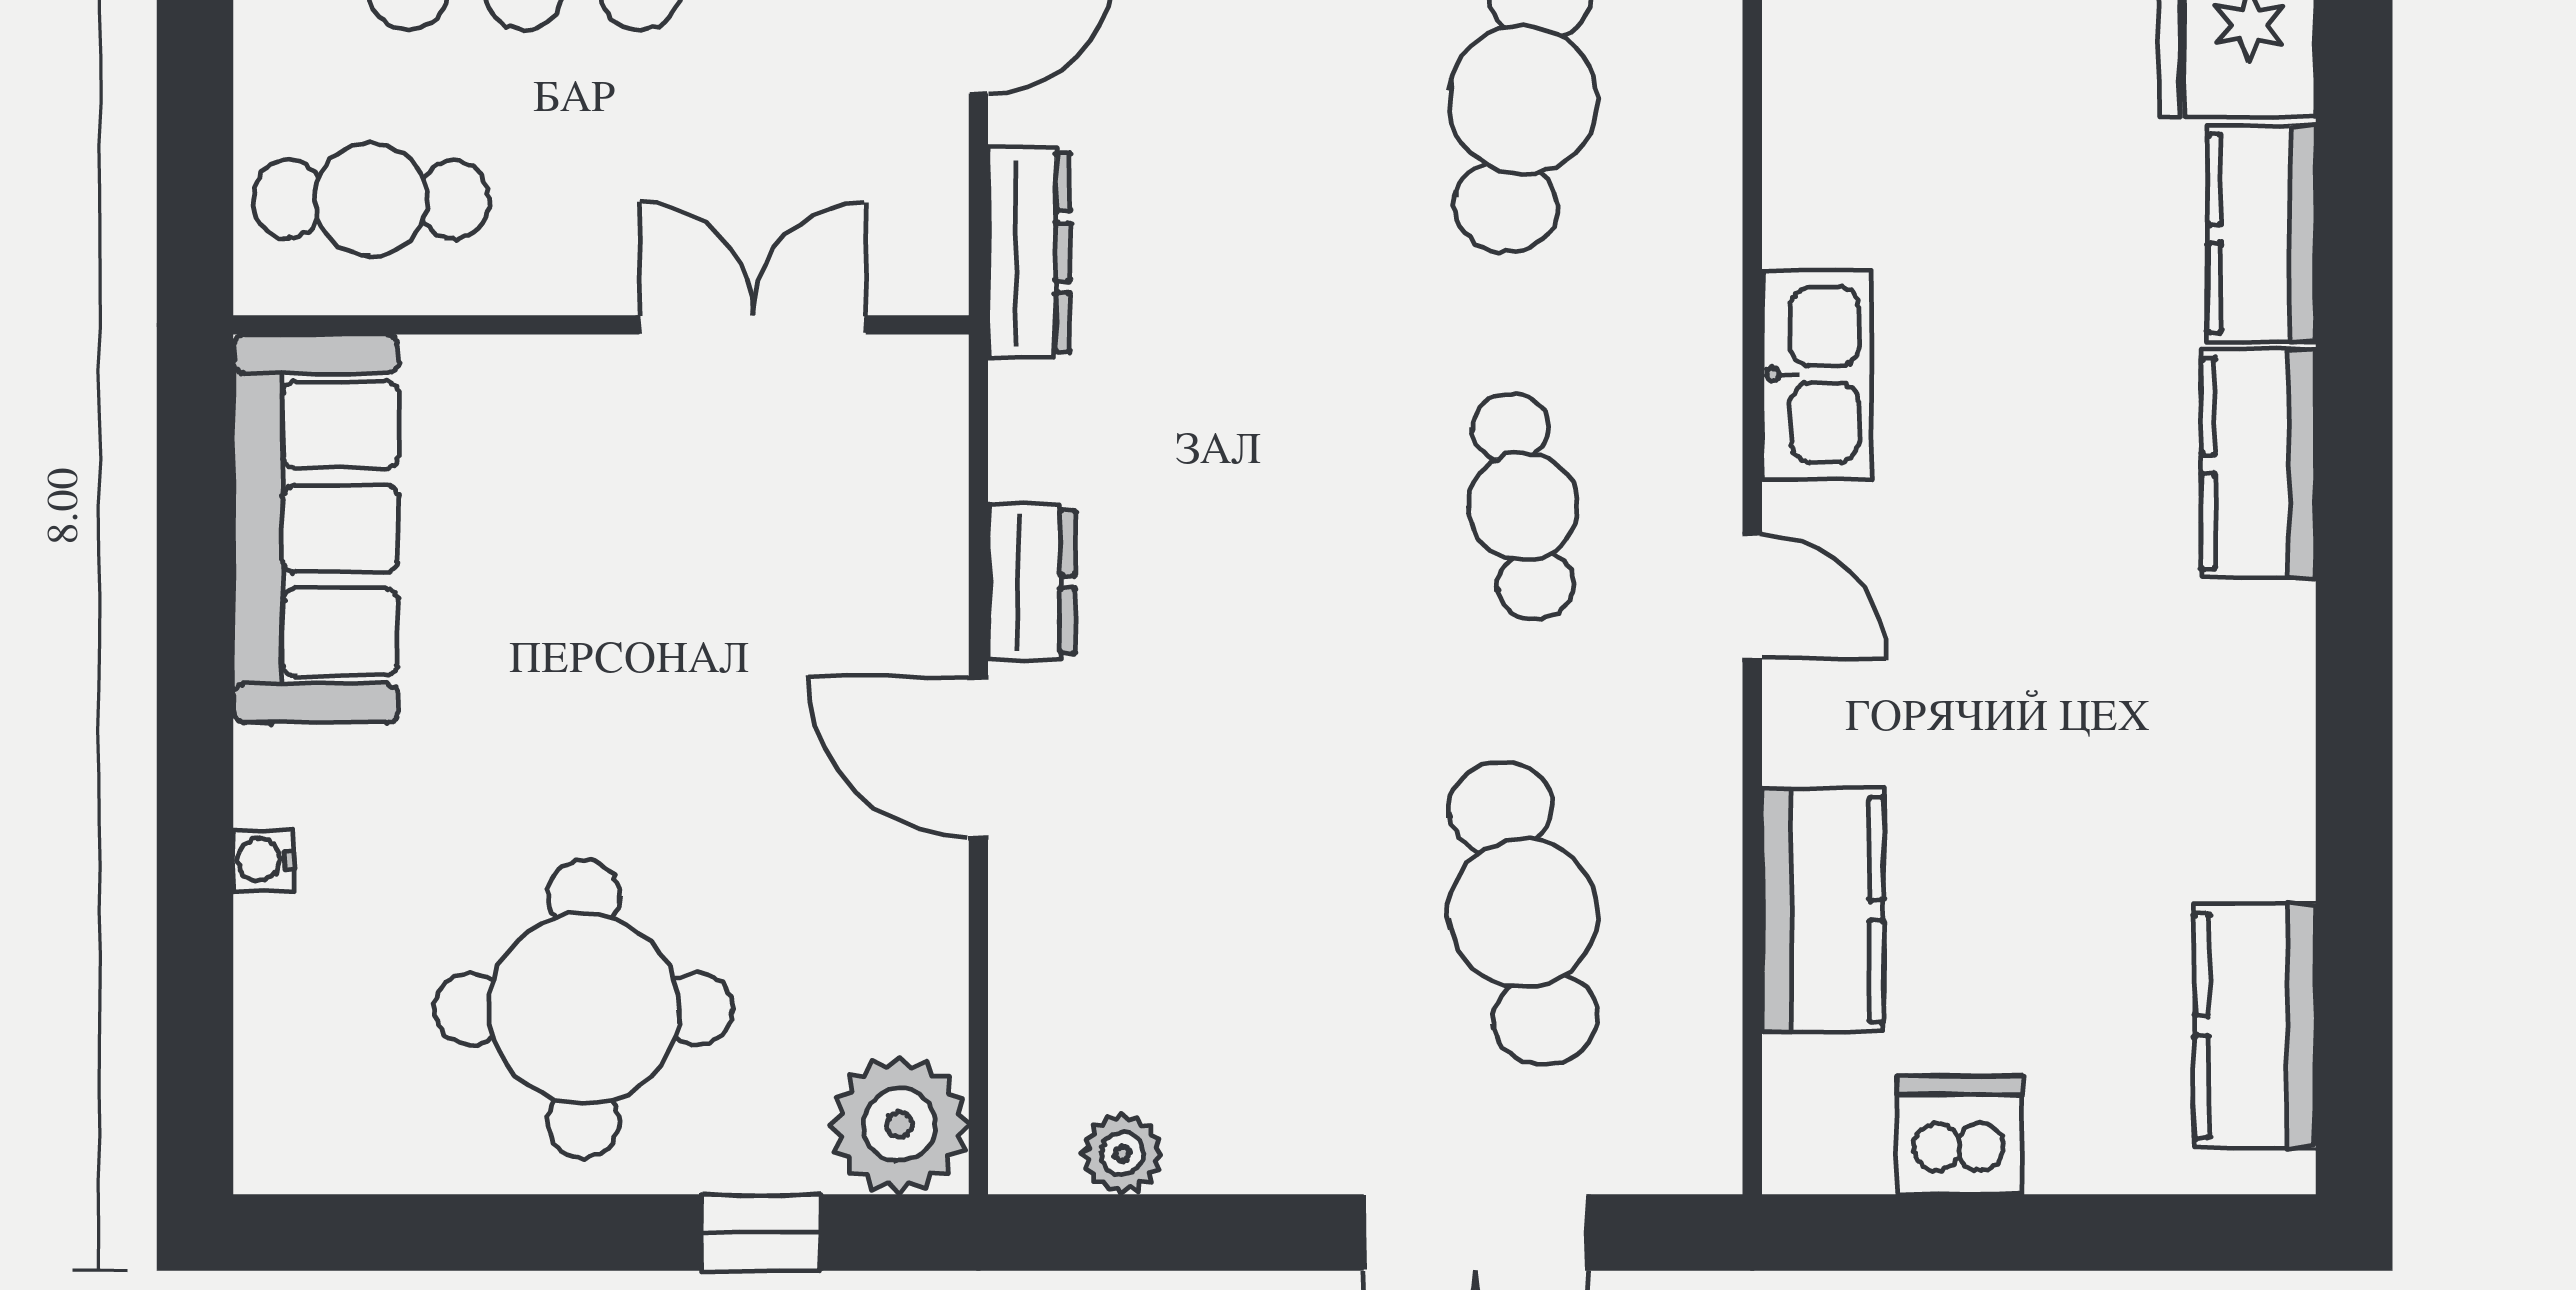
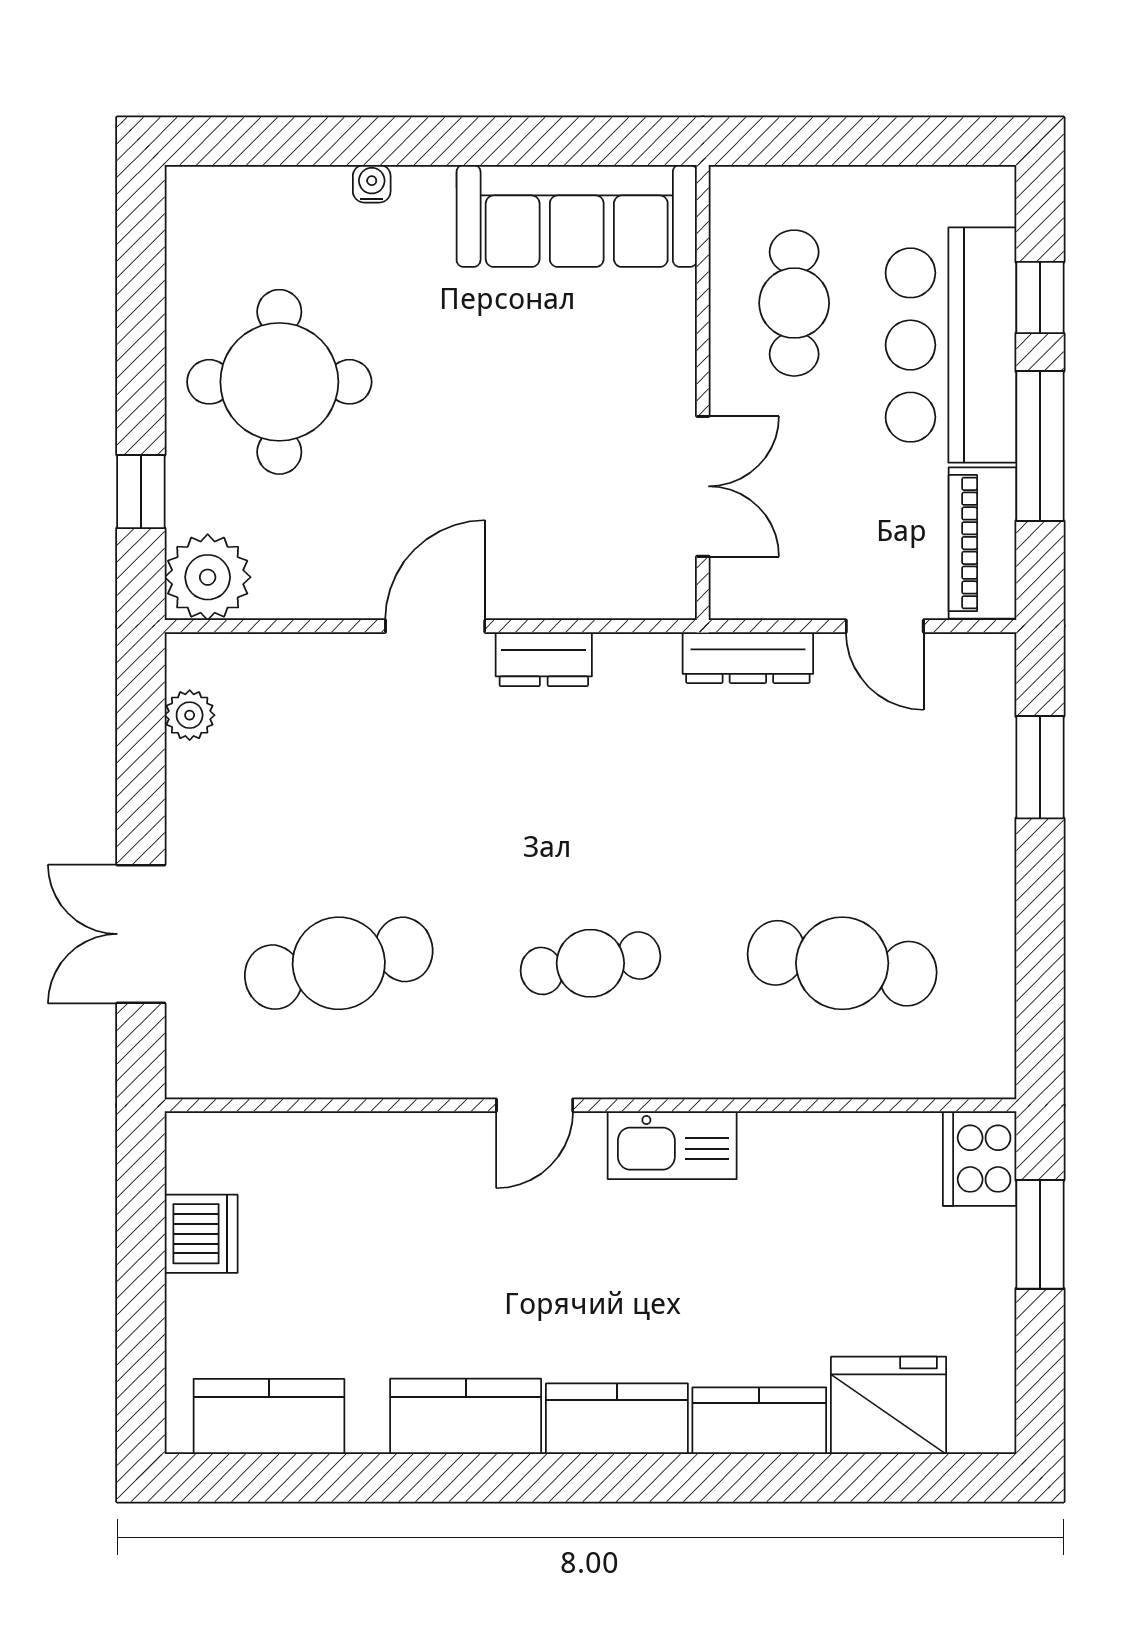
cafe table: (371, 200) -> (794, 303), moved
kitchen counter: (1823, 910) -> (466, 1416), moved, turned 180

